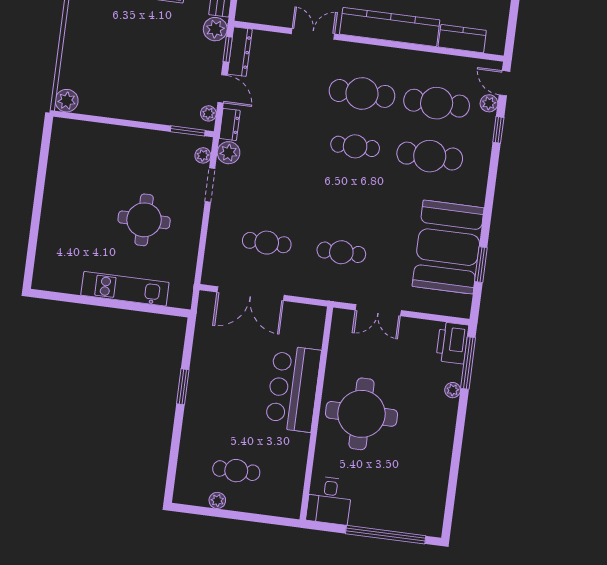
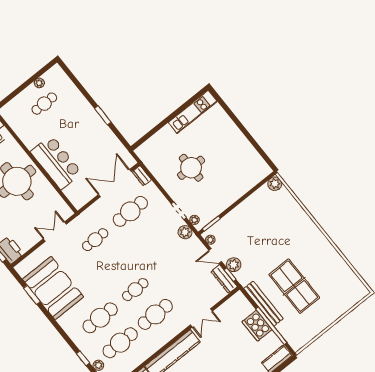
plant: (215, 29) -> (234, 265), moved
dresser: (230, 124) -> (142, 176), moved
cafe table: (267, 243) -> (130, 211), width x1.37, depth x1.35
kitchen unit: (125, 289) -> (193, 112), moved

